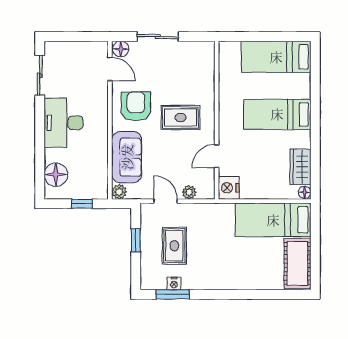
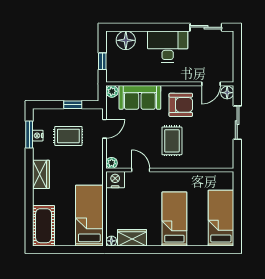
plant: (189, 192) -> (112, 163), moved
cot: (297, 263) -> (44, 226), moved, turned 90
wardrobe: (222, 280) -> (41, 174), added

